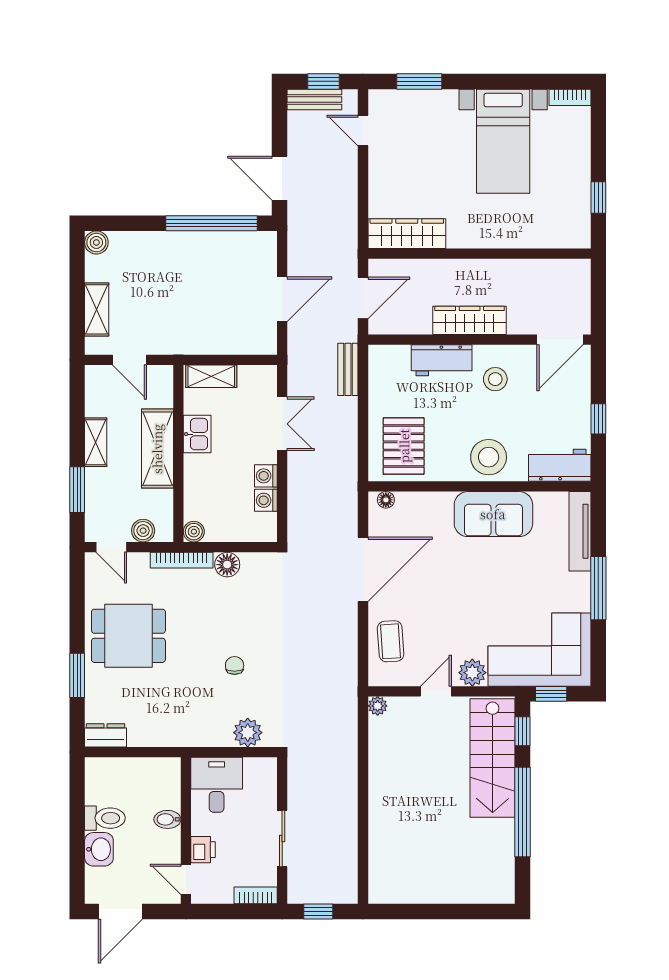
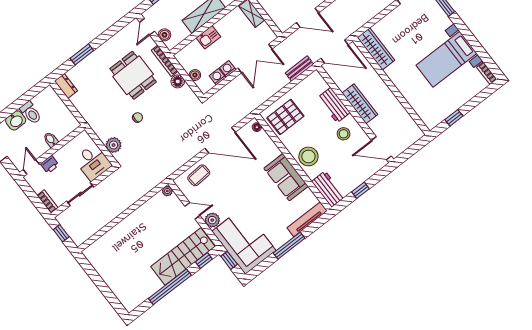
door: (363, 298) -> (335, 51), width x1.36
double door: (282, 424) -> (255, 59), width x1.37
kitchen sink: (197, 434) -> (208, 37), moved
boiler: (194, 532) -> (195, 75), moved
dining table: (128, 636) -> (133, 75), moved
desk: (217, 785) -> (93, 162), moved, turned 90

